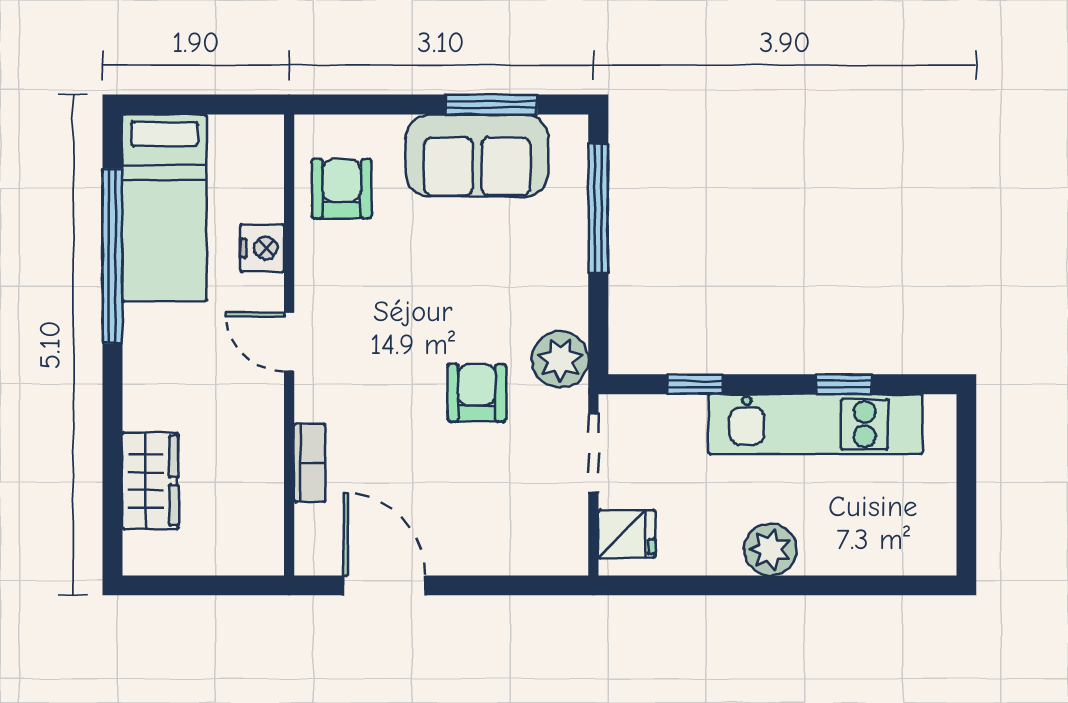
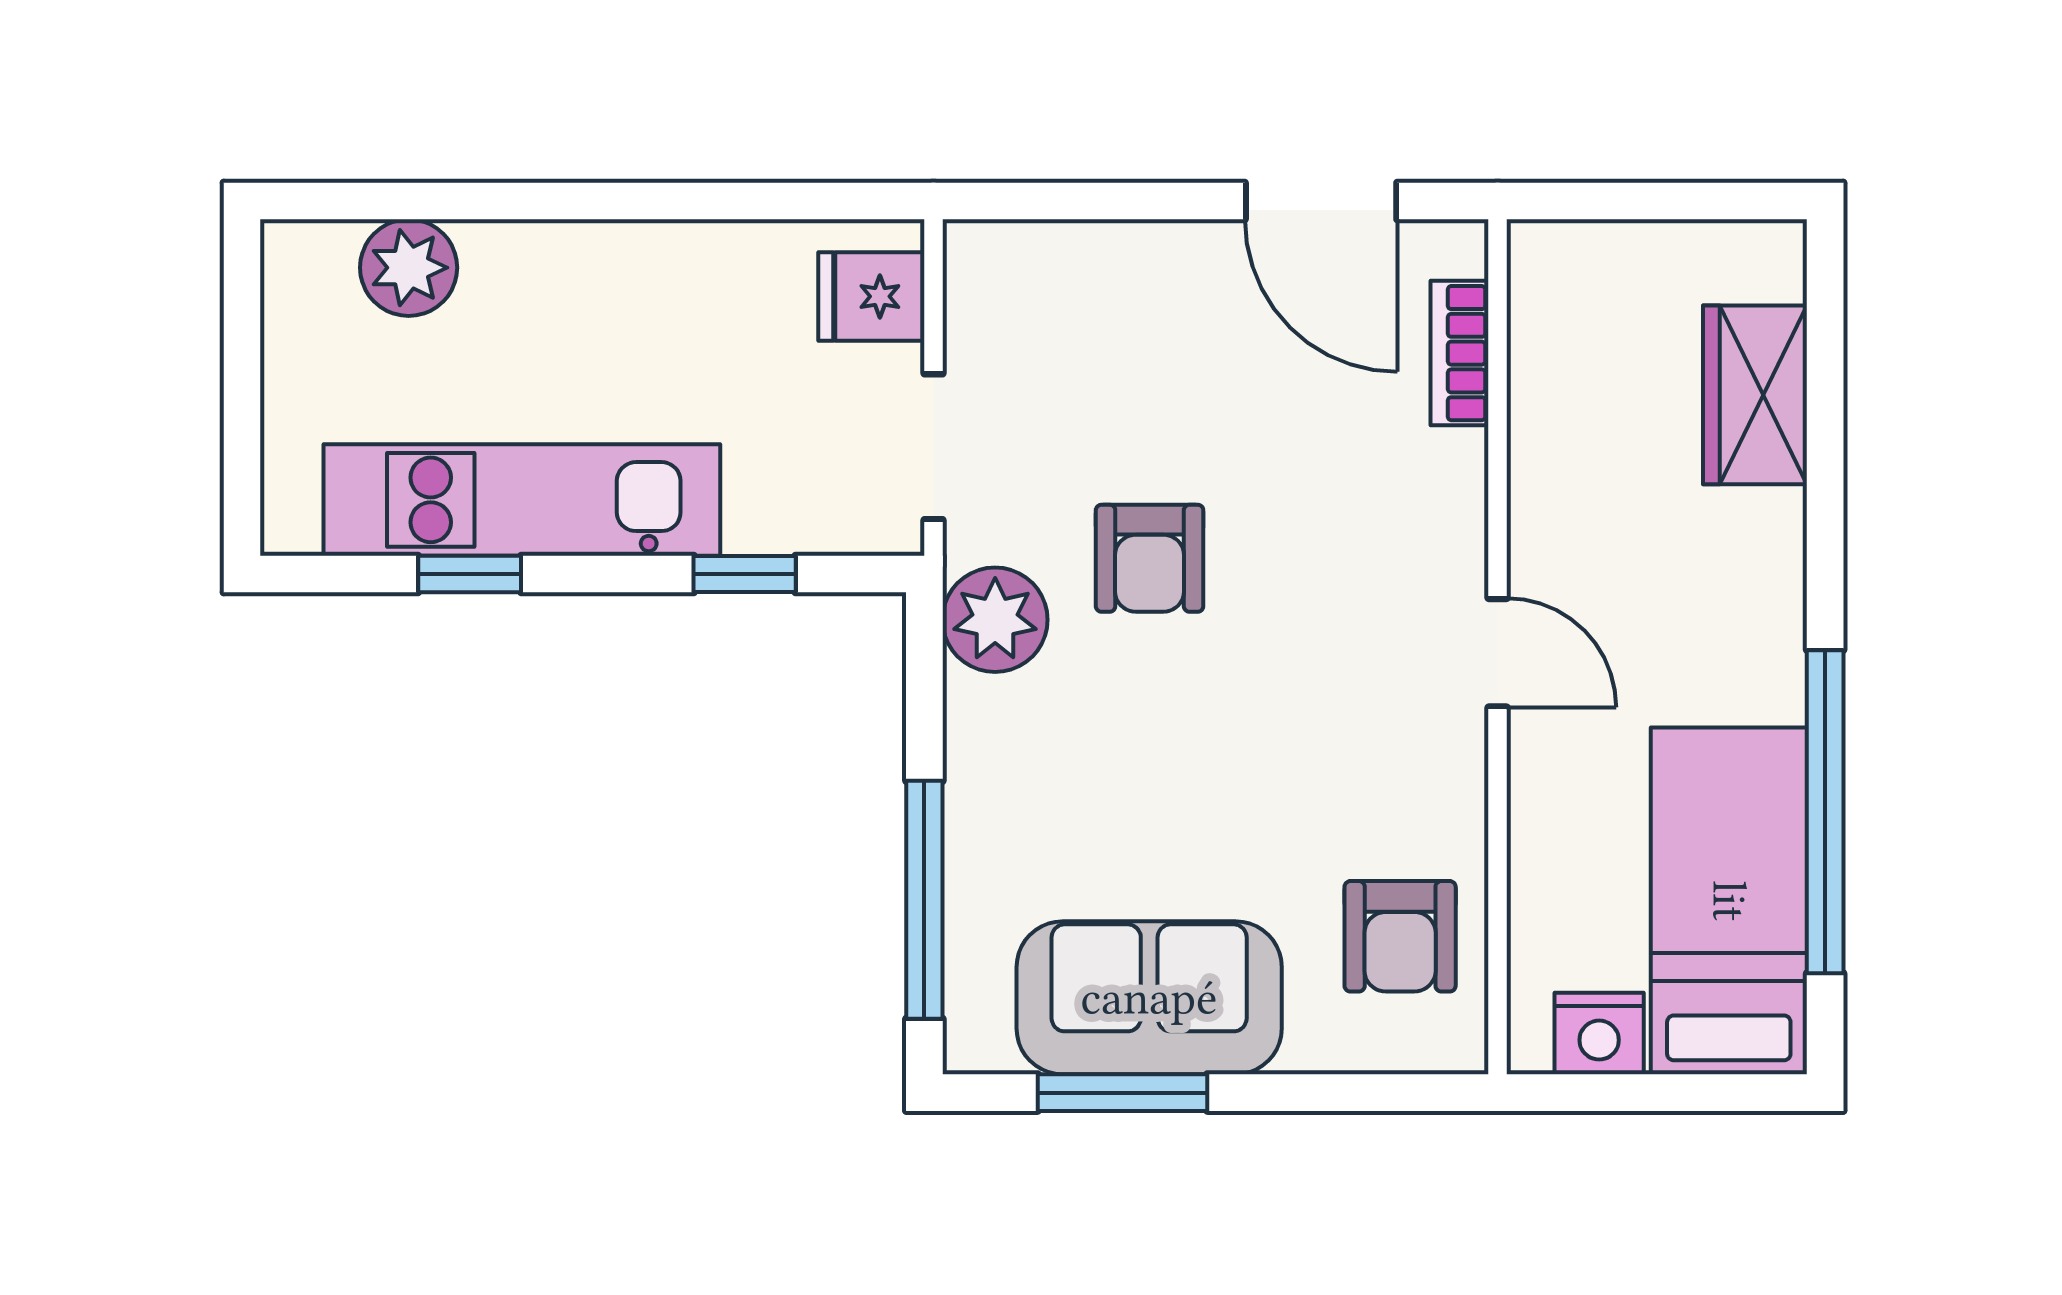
nightstand: (262, 248) -> (1599, 1034), moved, turned -90
bookcase: (310, 463) -> (1460, 353), moved
plant: (770, 549) -> (409, 268), moved

